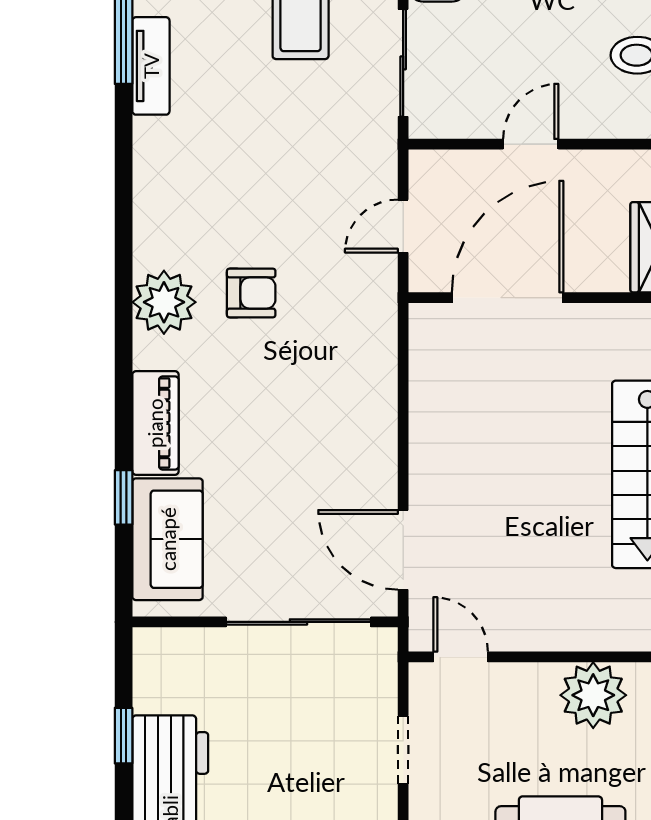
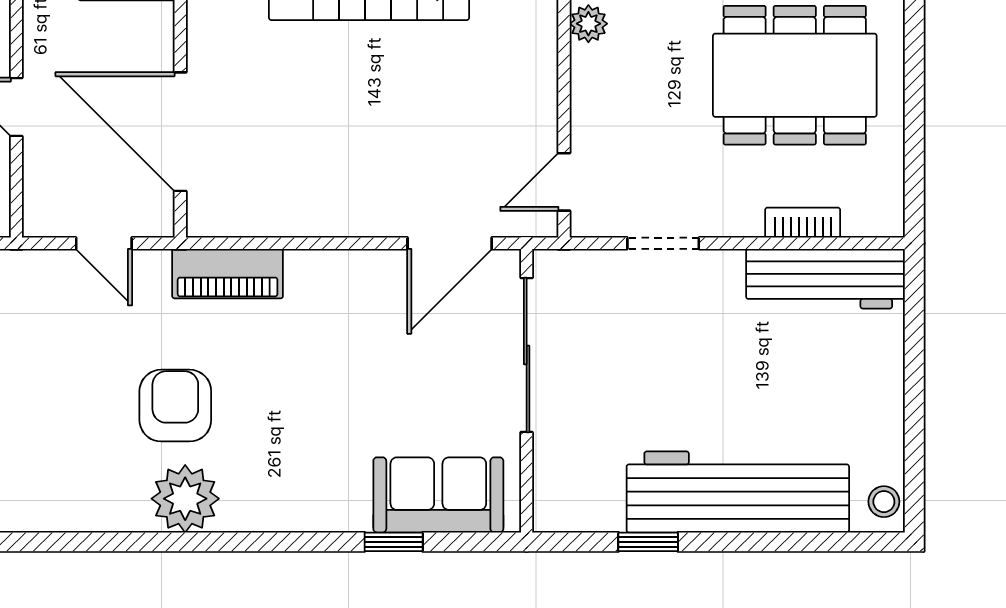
armchair: (251, 293) -> (175, 406), width x1.38, depth x1.38
piano: (155, 423) -> (228, 274), moved, turned 180
plant: (593, 695) -> (588, 24), width x0.53, depth x0.53

